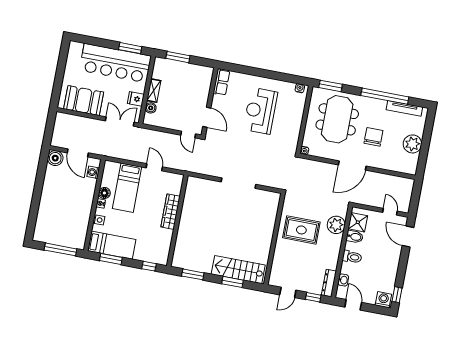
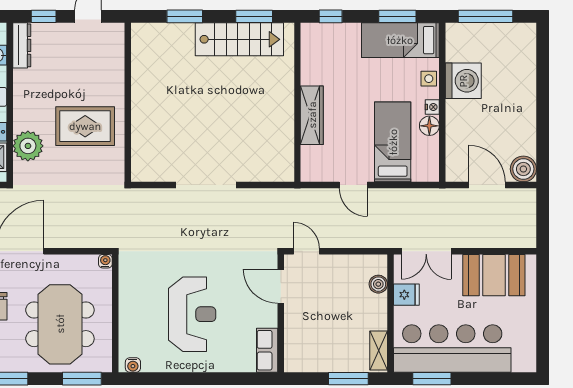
shelving: (154, 91) -> (379, 351), moved
washing machine: (93, 172) -> (463, 81), moved, width x1.89, depth x1.89
stairs: (238, 270) -> (239, 39), moved

